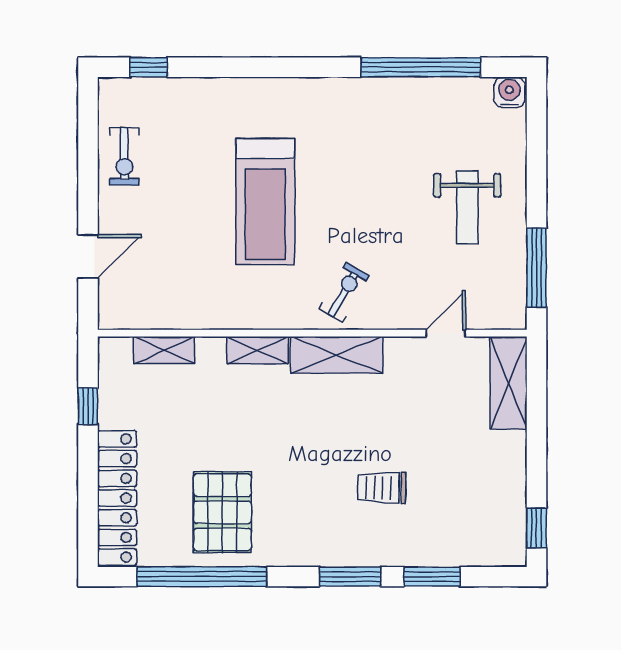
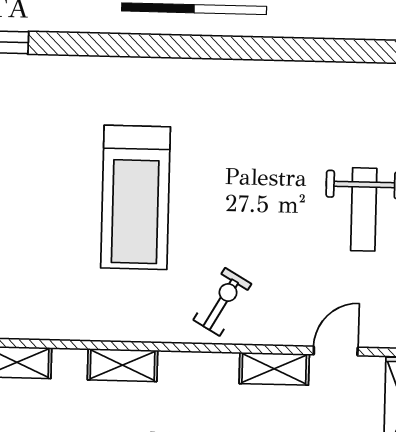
window: (421, 67) -> (315, 50), removed
shelving: (337, 355) -> (274, 369), moved, width x0.67, depth x0.75

